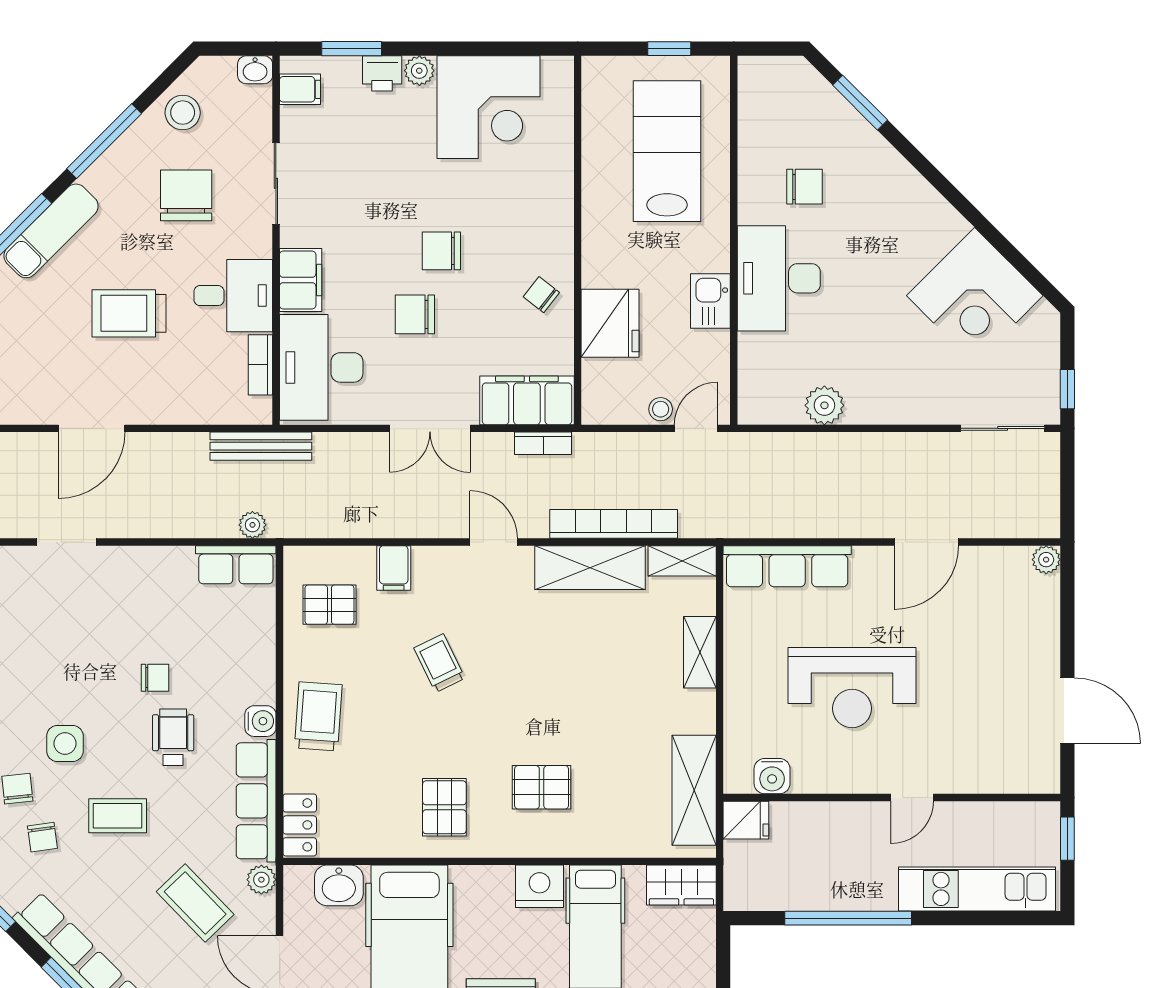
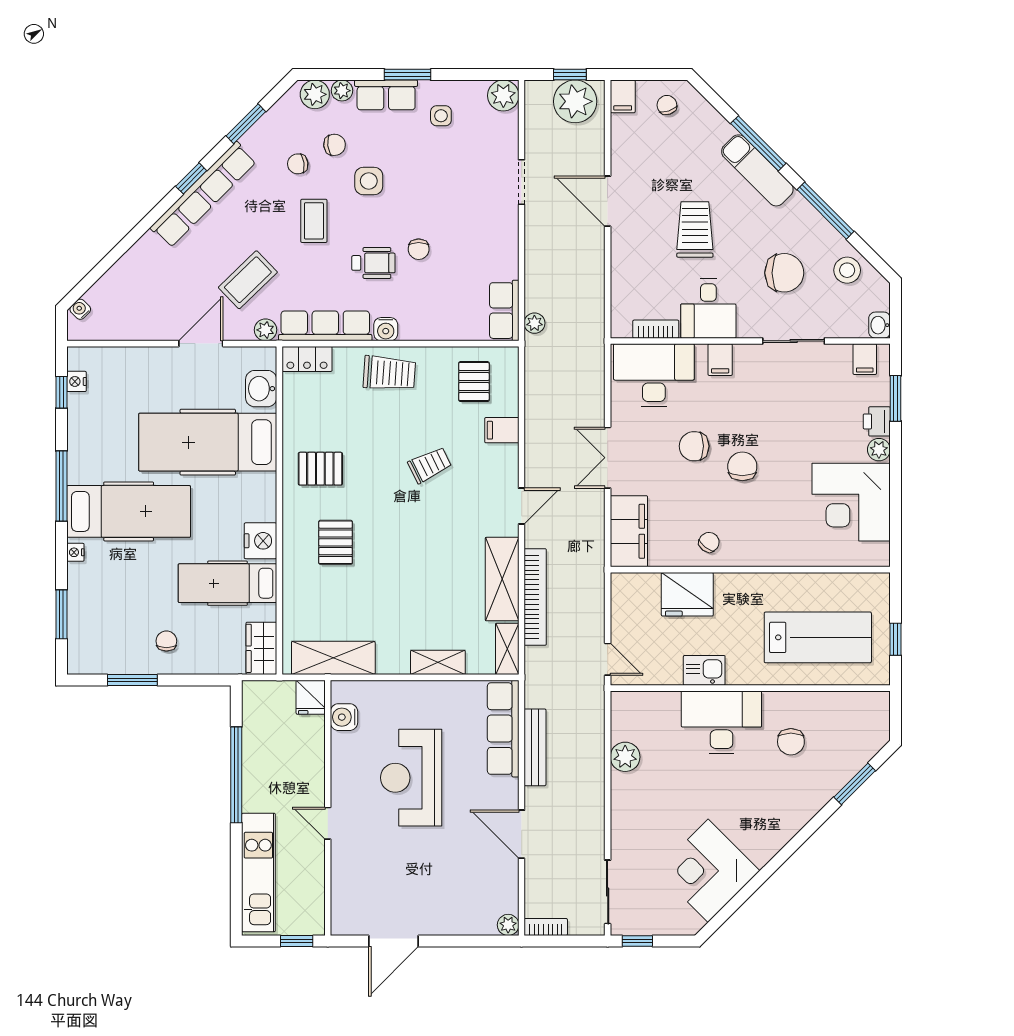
filing cabinet: (301, 280) -> (720, 360), width x0.50
chair: (415, 314) -> (694, 446), turned -90
stool: (661, 409) -> (622, 633), removed
bookcase: (543, 443) -> (546, 927), moved, turned 90
bench: (261, 446) -> (535, 747), moved

